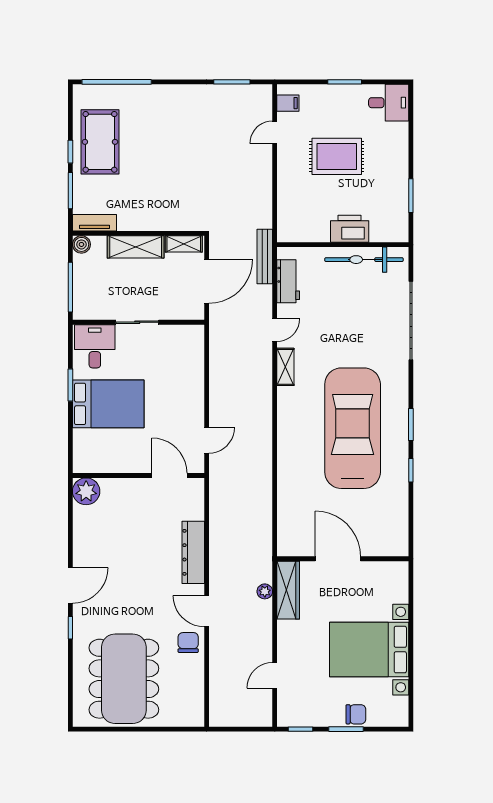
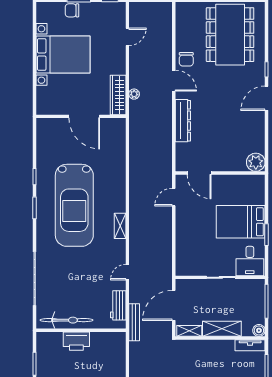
shelving: (285, 367) -> (120, 226), moved

